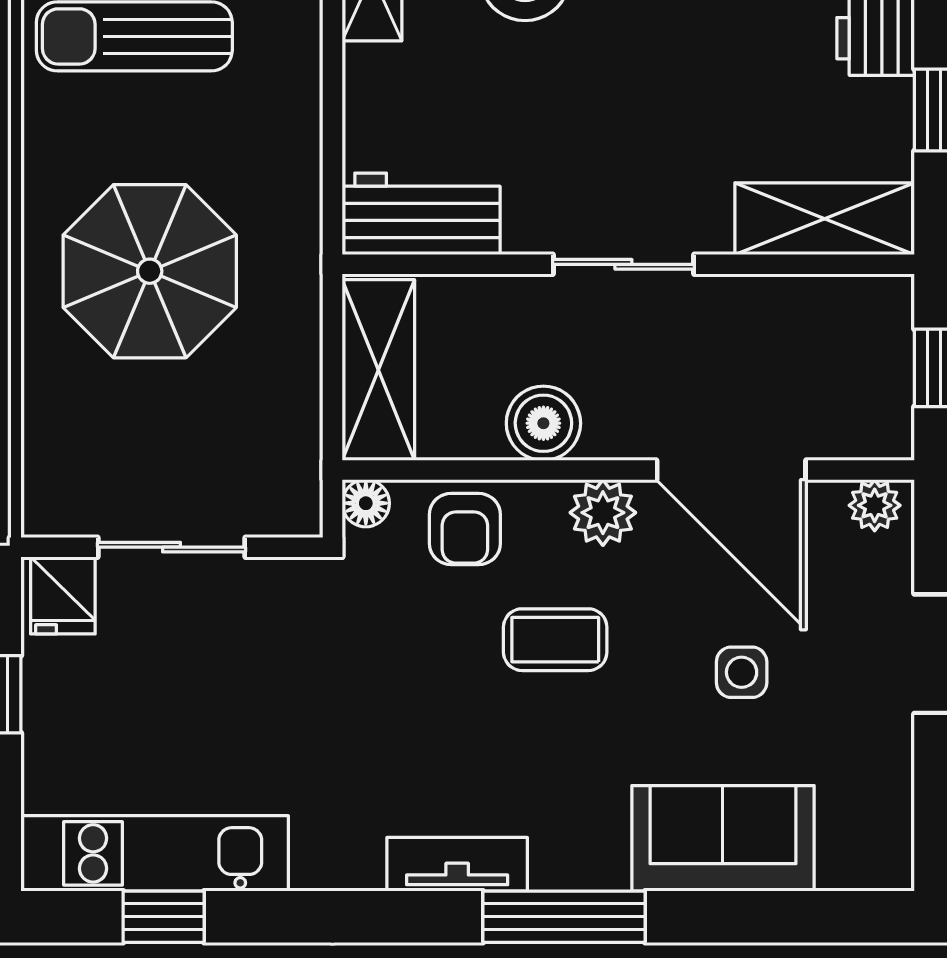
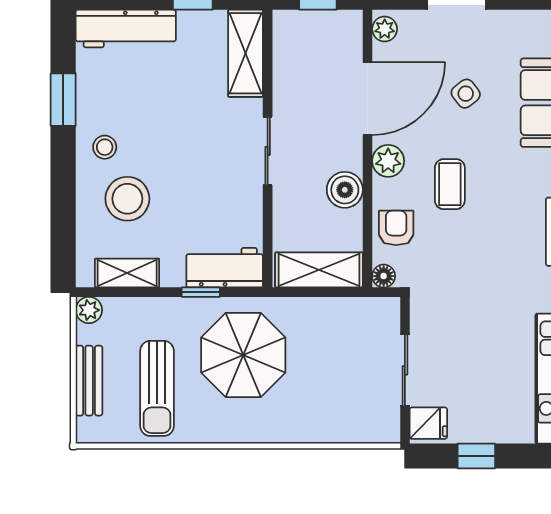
window: (333, 127) -> (201, 292), added
workbench: (421, 214) -> (225, 268), moved, turned 90
parasol: (150, 271) -> (243, 355), moved
armchair: (465, 529) -> (396, 228), turned -90
side table: (742, 672) -> (466, 94), turned -38

